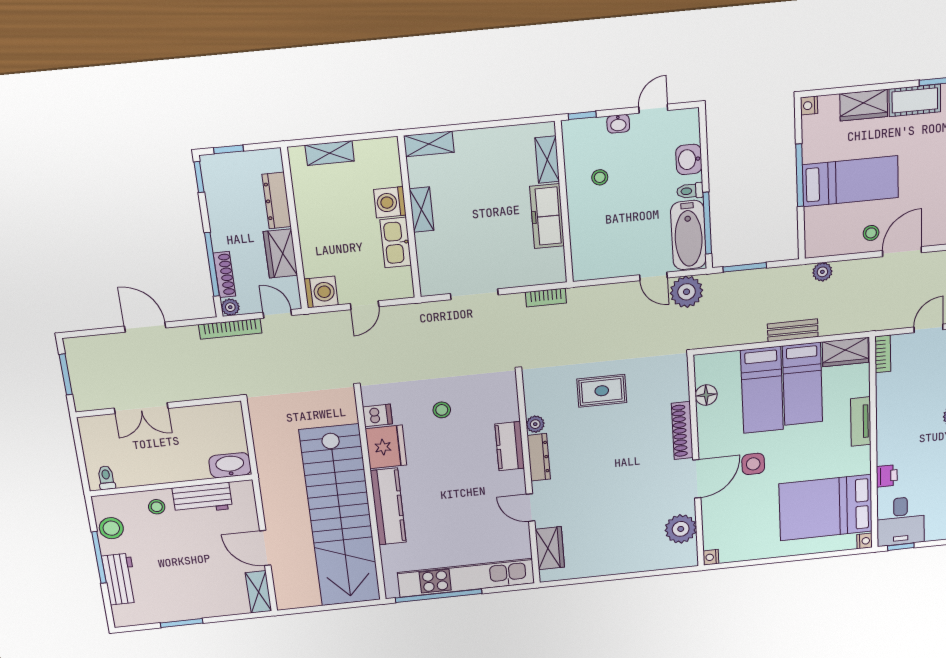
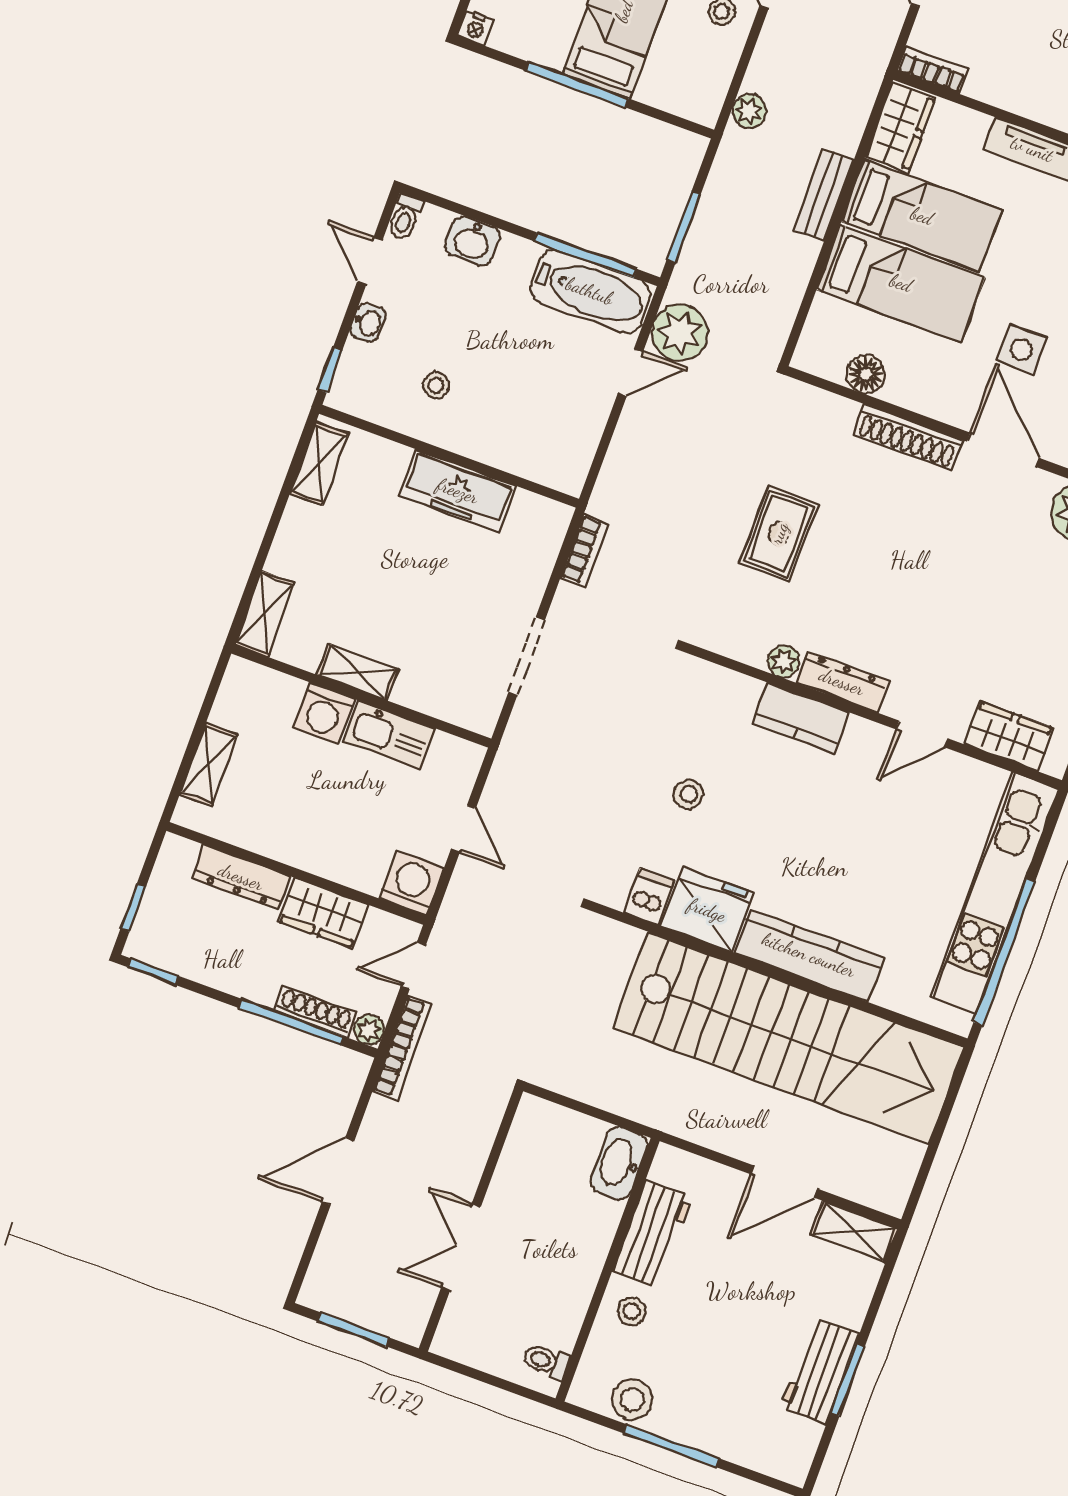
shelving: (547, 160) -> (319, 464), moved, turned 90
toilet: (690, 191) -> (405, 217), moved
double door: (141, 408) -> (461, 1247), swing flipped
workbench: (120, 579) -> (820, 1371), moved, turned -90

